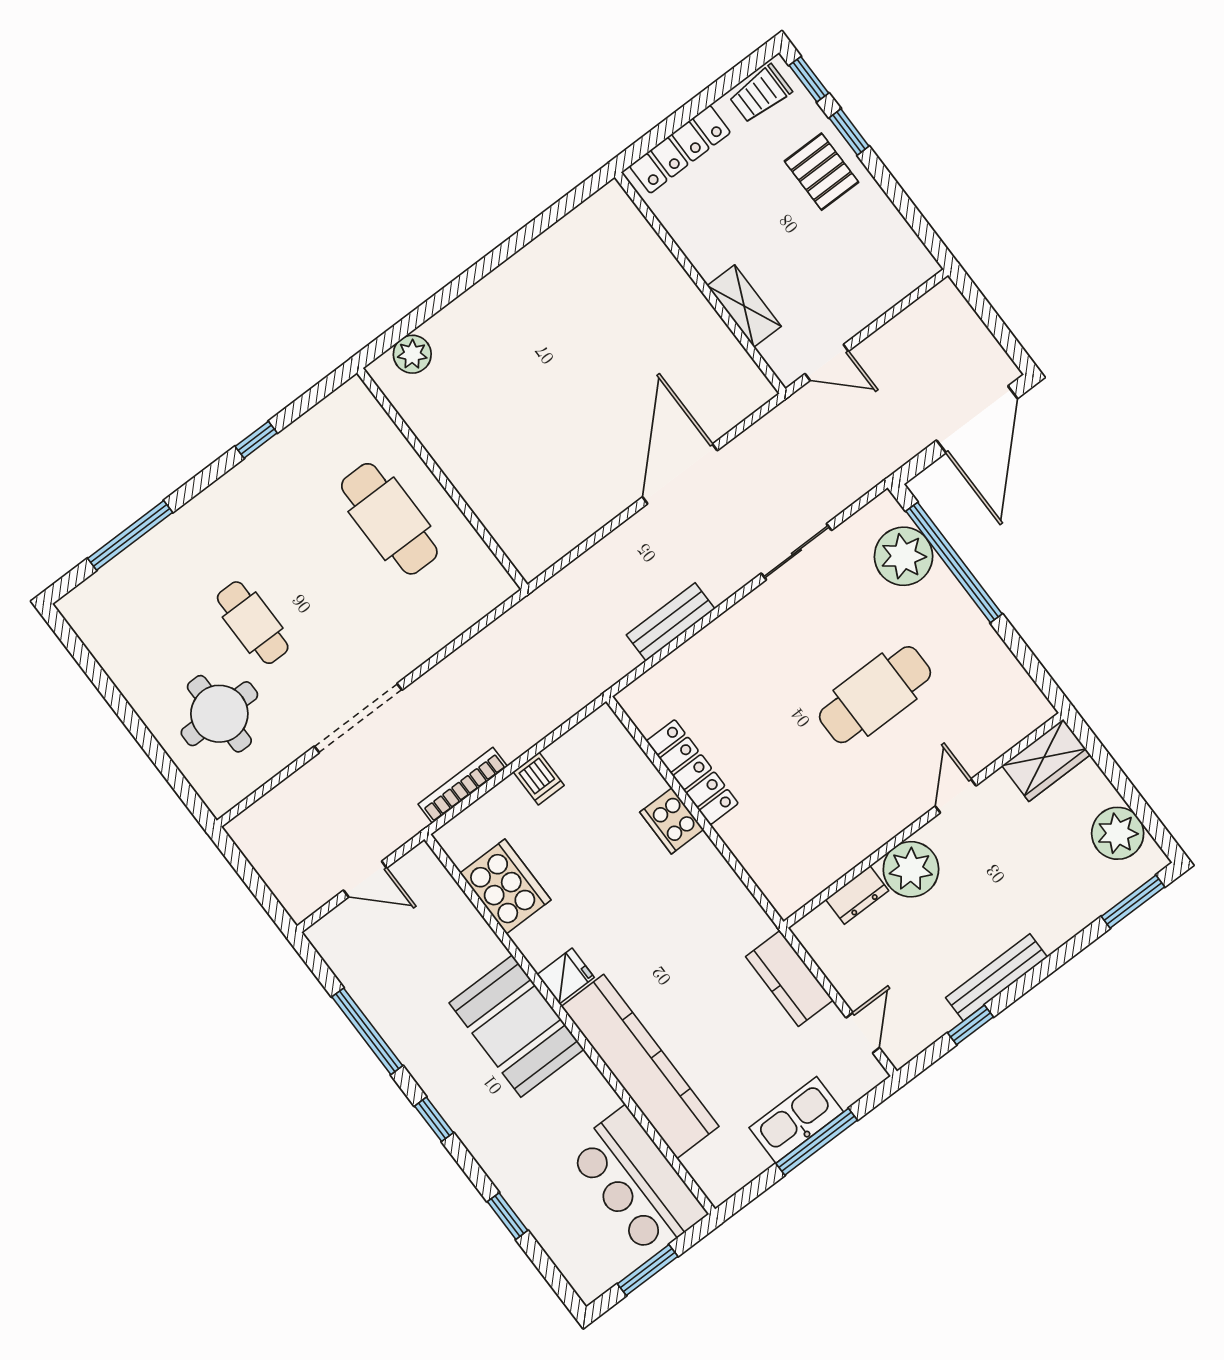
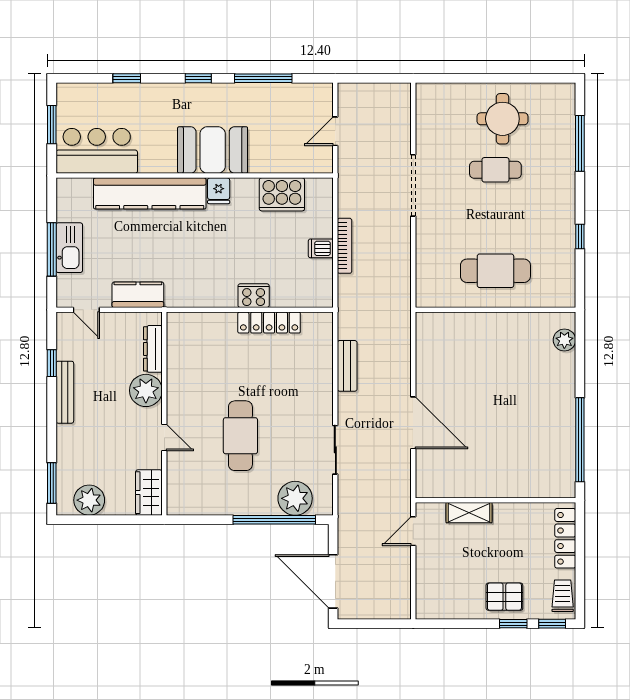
window: (532, 231) -> (580, 440), added
round table: (219, 714) -> (502, 119), moved
bookcase: (463, 785) -> (345, 246), moved
dresser: (857, 895) -> (153, 349), width x1.44

